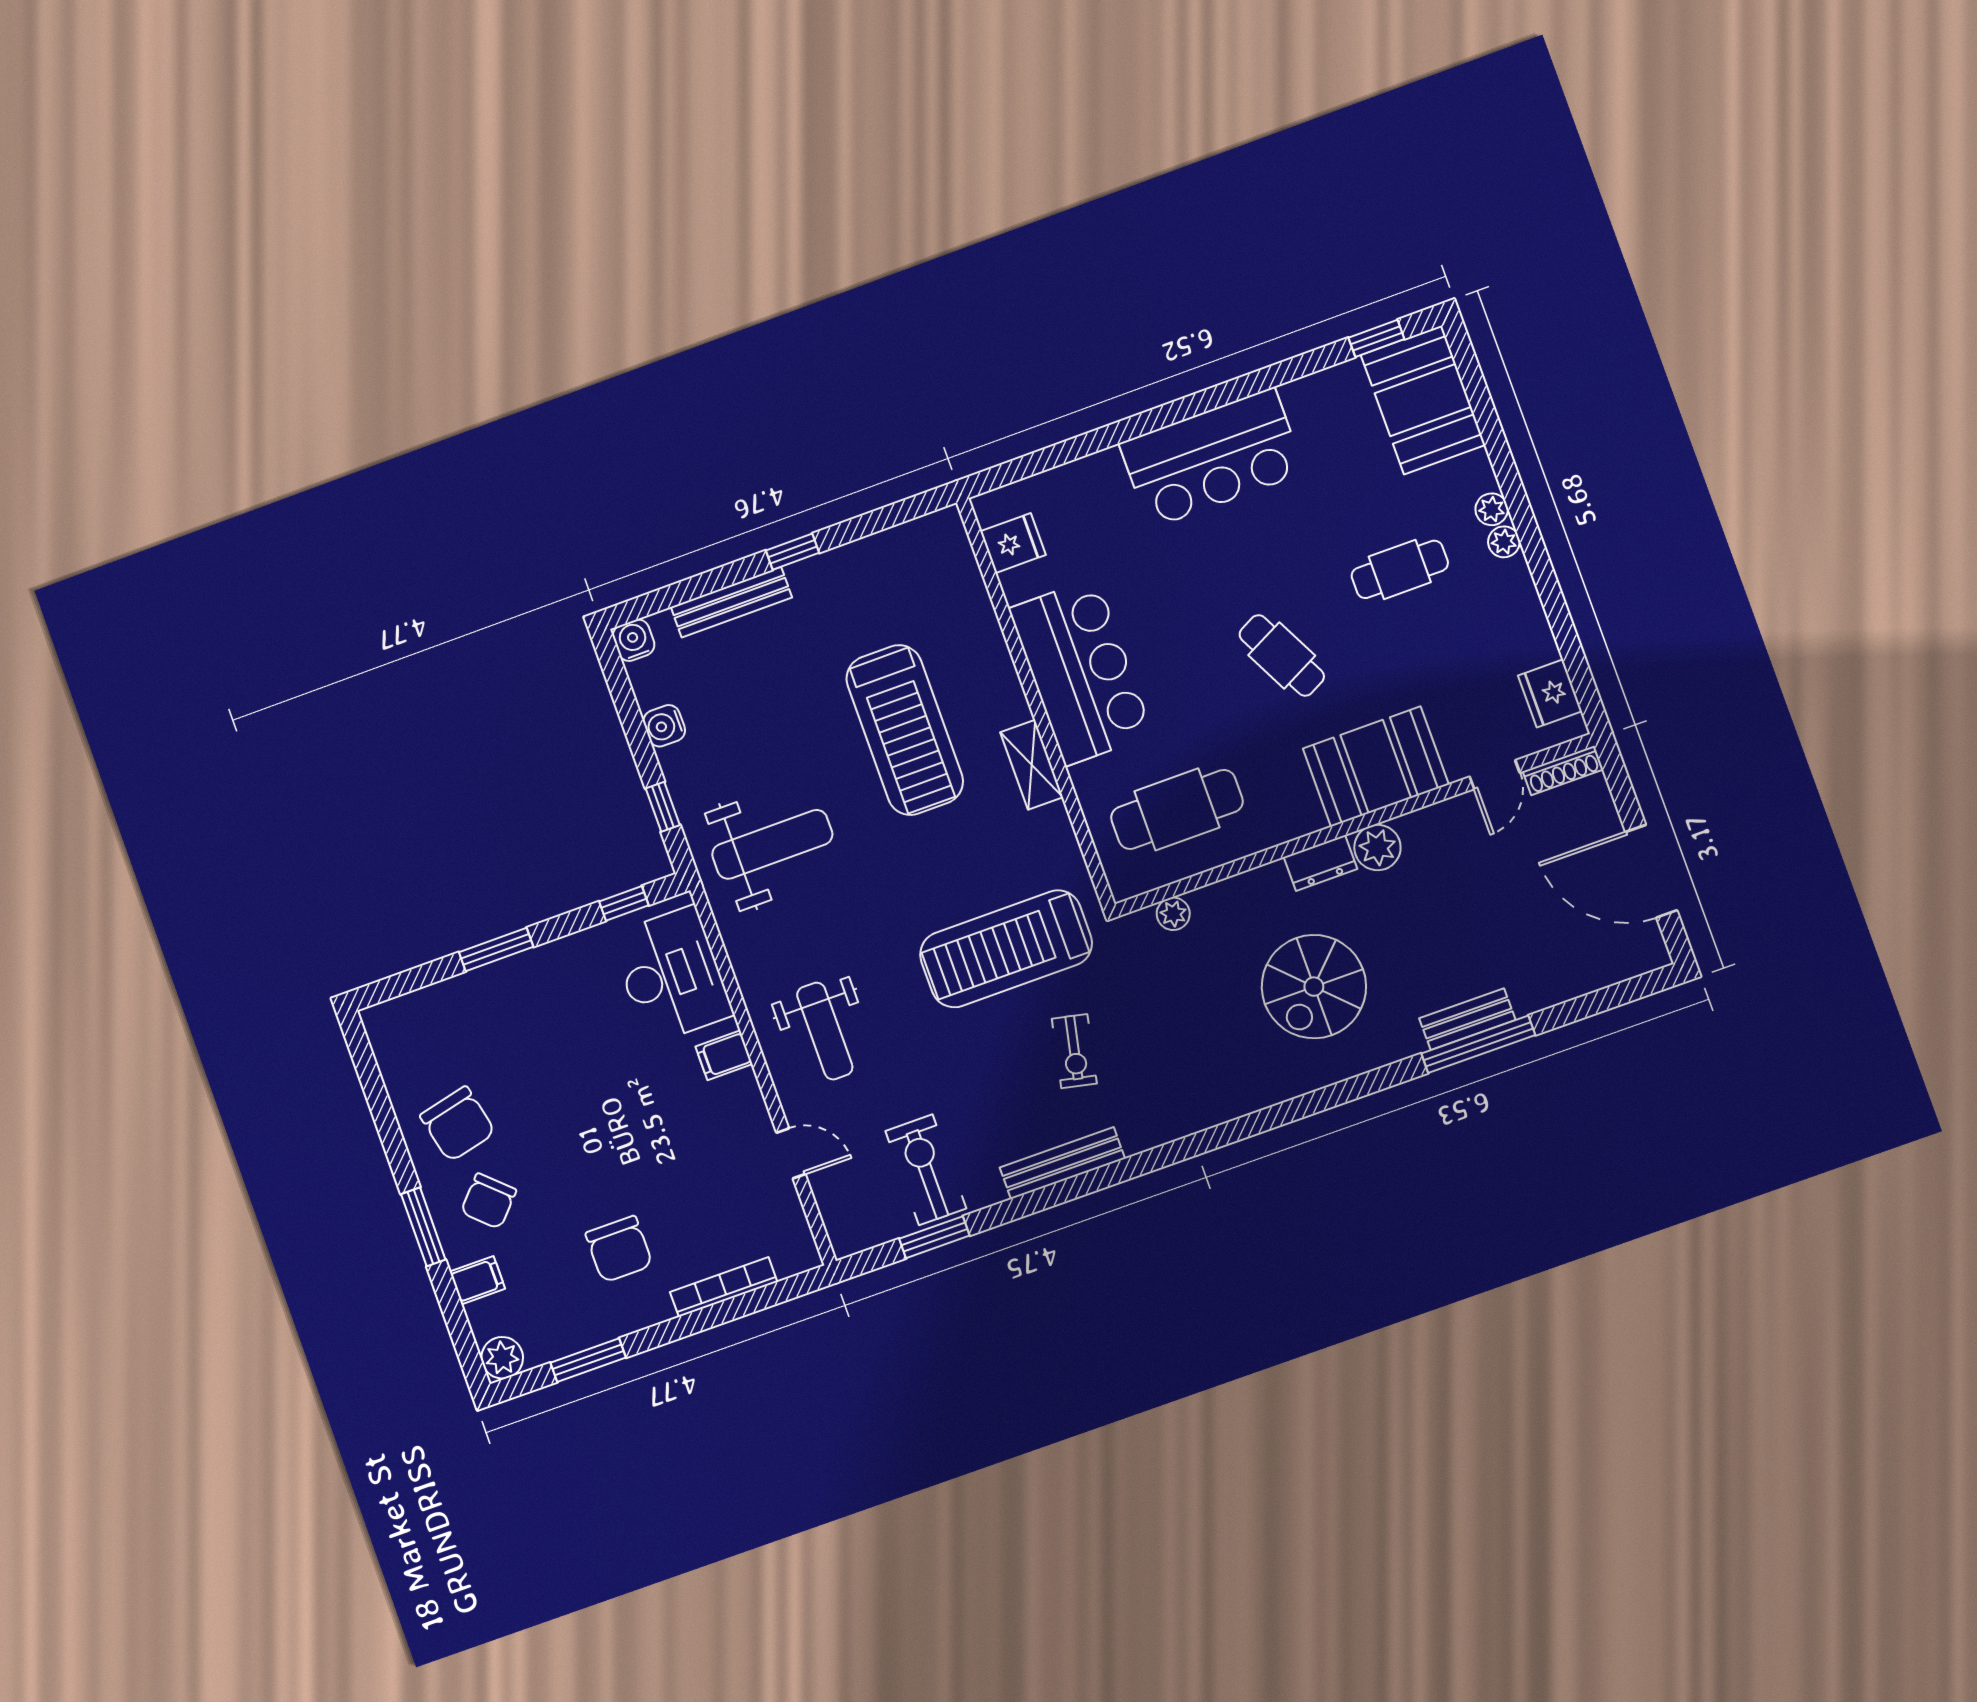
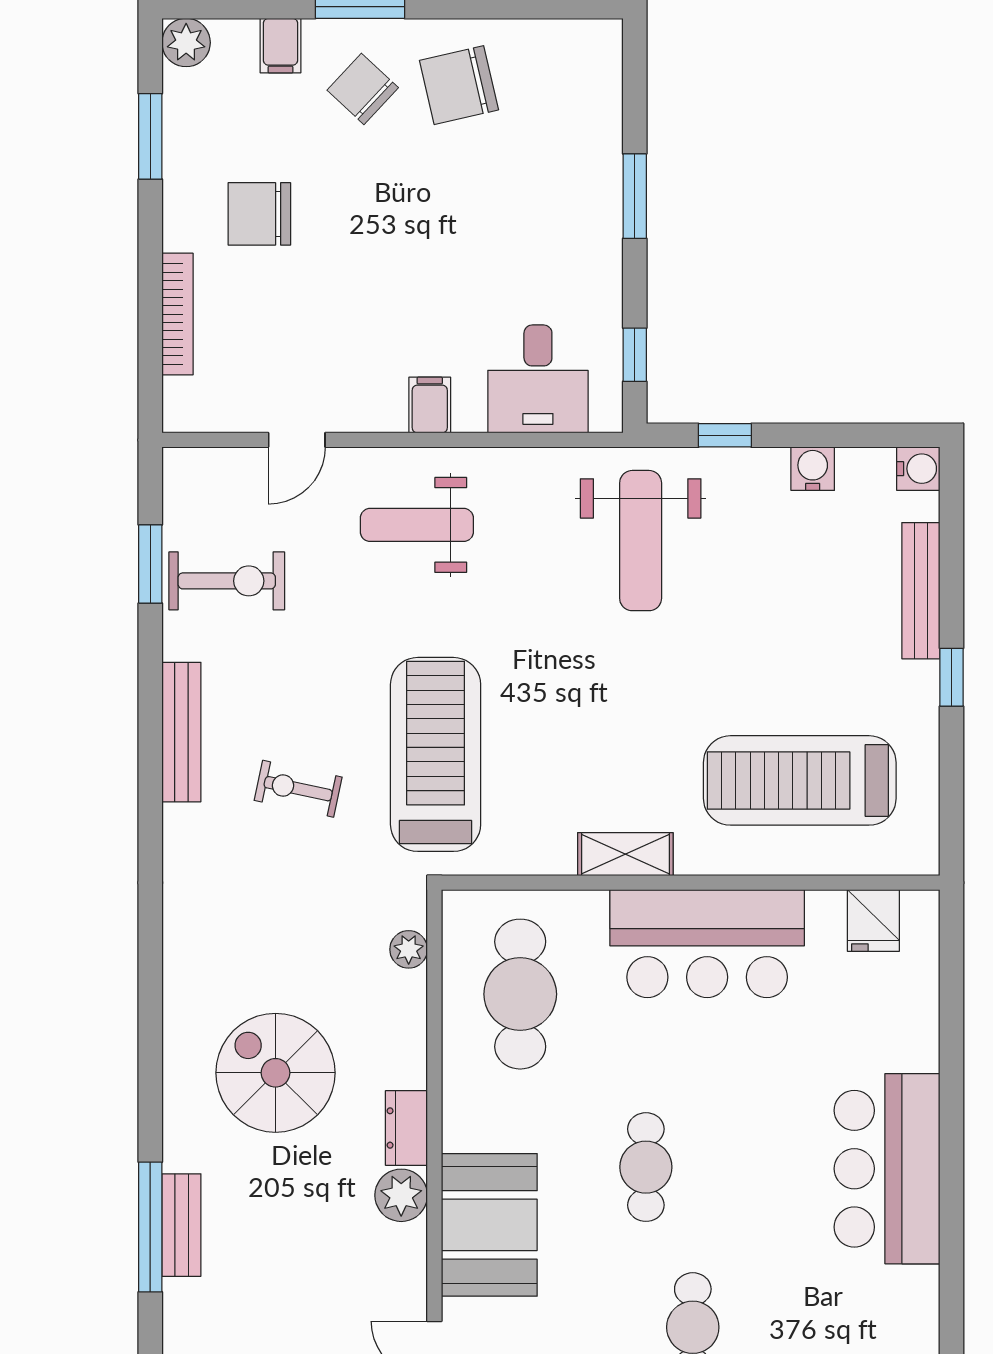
cafe table: (1282, 655) -> (646, 1167), turned -63
treadmill: (905, 730) -> (800, 780), moved
desk: (671, 975) -> (538, 379), width x0.73

